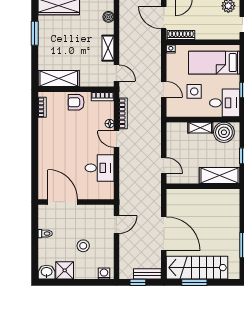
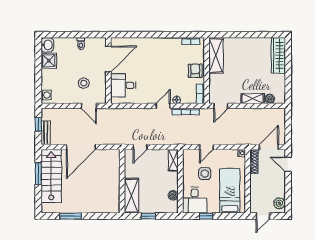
window: (35, 33) -> (255, 35), removed
shelving: (108, 48) -> (253, 99), moved
shelving: (200, 128) -> (173, 160), moved
boiler: (224, 132) -> (173, 195), width x0.54, depth x0.54
desk: (100, 168) -> (123, 85), moved, turned 90
stool: (83, 246) -> (84, 83), moved

